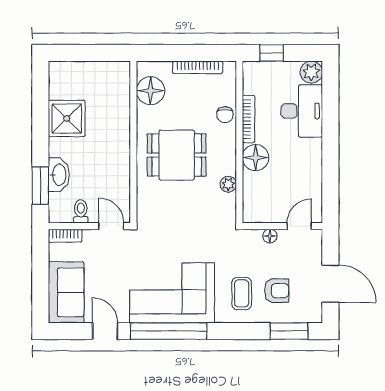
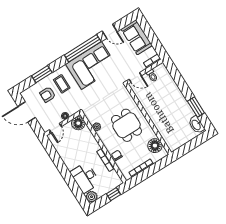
shower: (67, 118) -> (183, 111), removed
dining table: (177, 155) -> (127, 125), turned 90
floor lamp: (256, 158) -> (78, 123), moved
washbasin: (59, 175) -> (196, 125), moved
window: (40, 186) -> (196, 107), moved
window: (289, 331) -> (42, 74), moved

